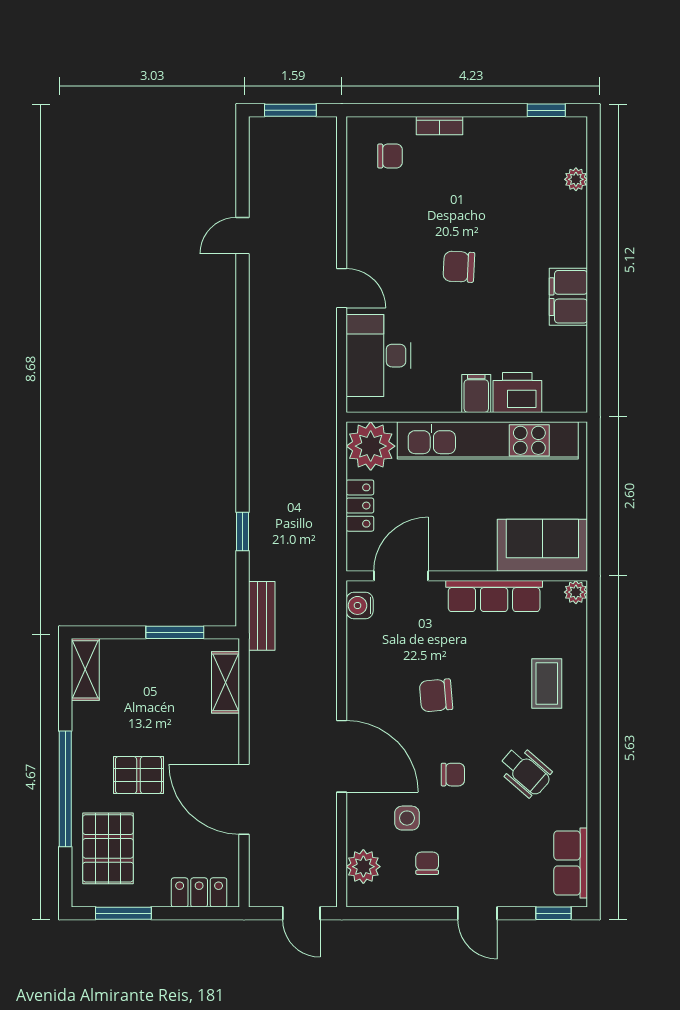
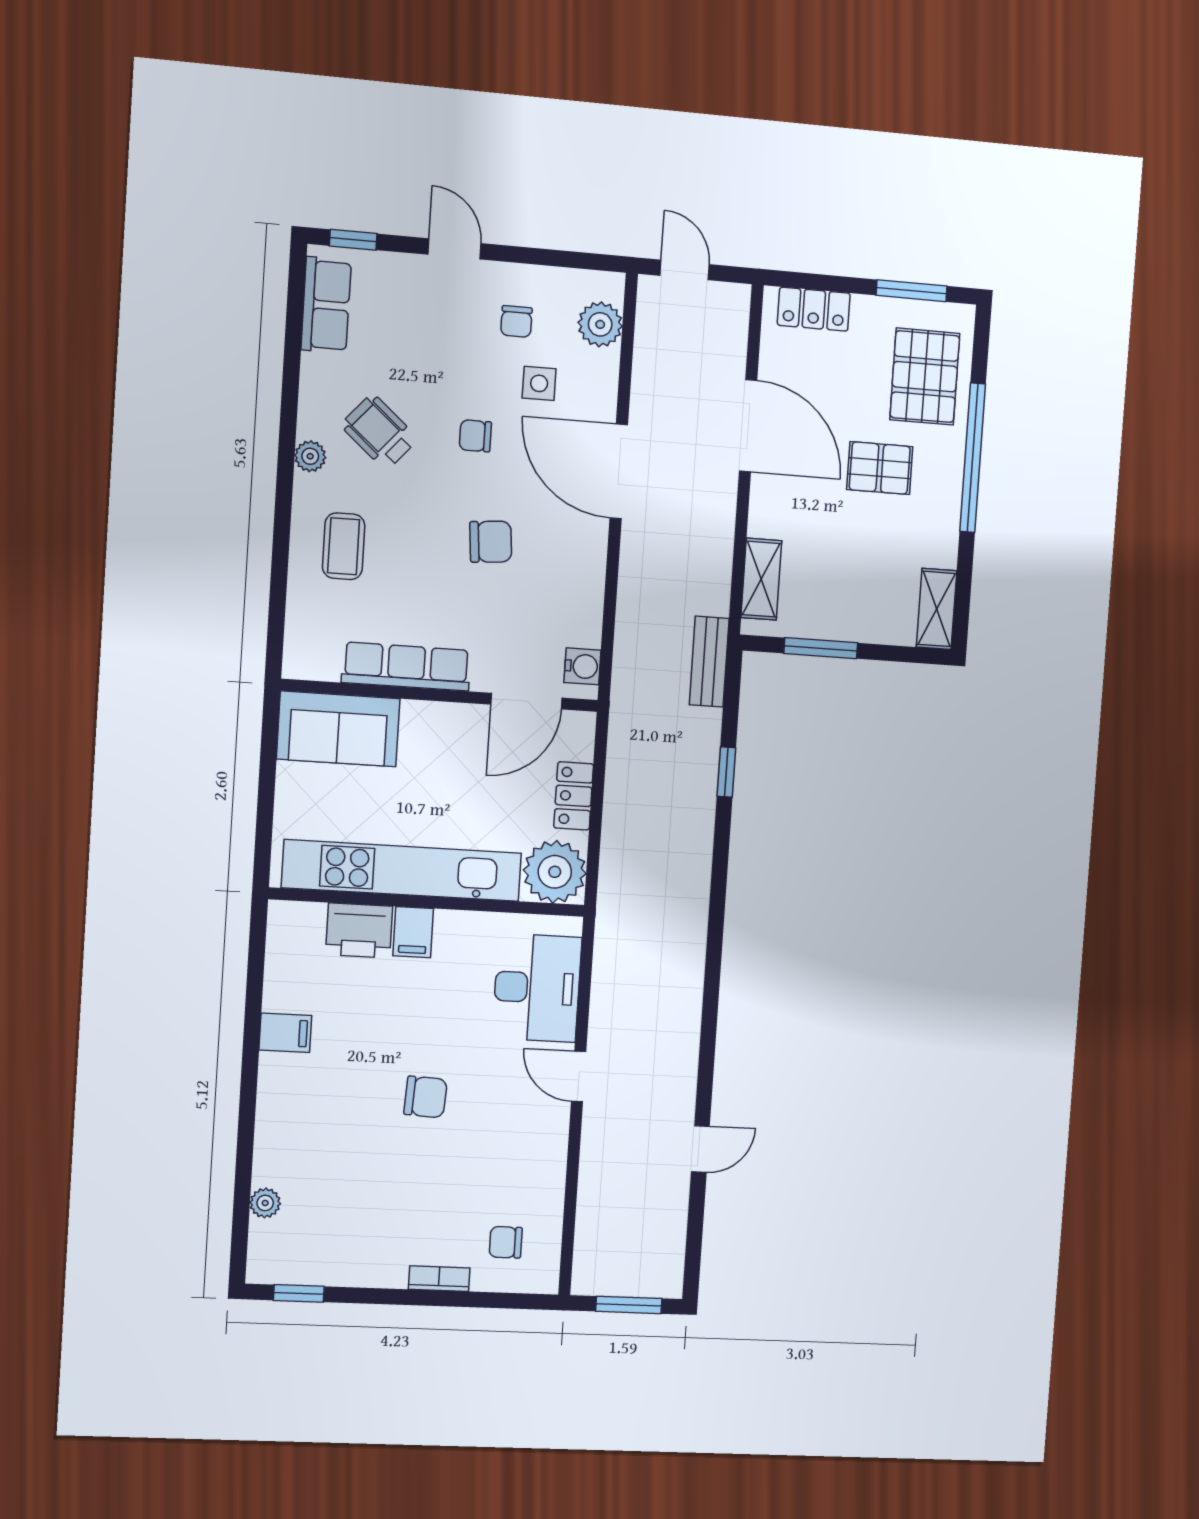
filing cabinet: (568, 297) -> (285, 1033), width x0.50
plant: (576, 592) -> (310, 456), moved

